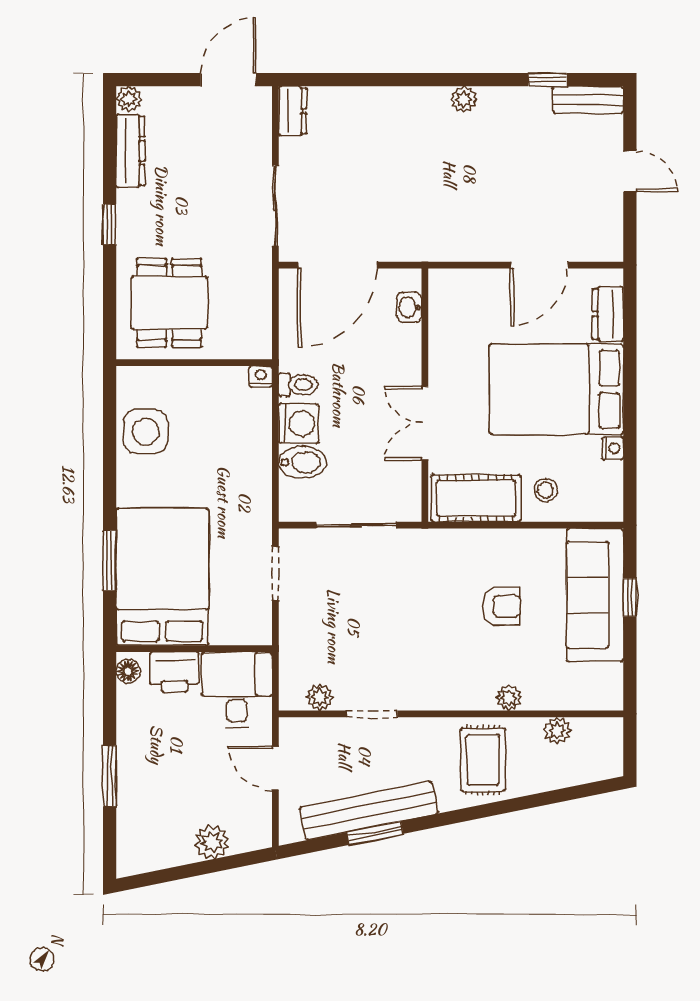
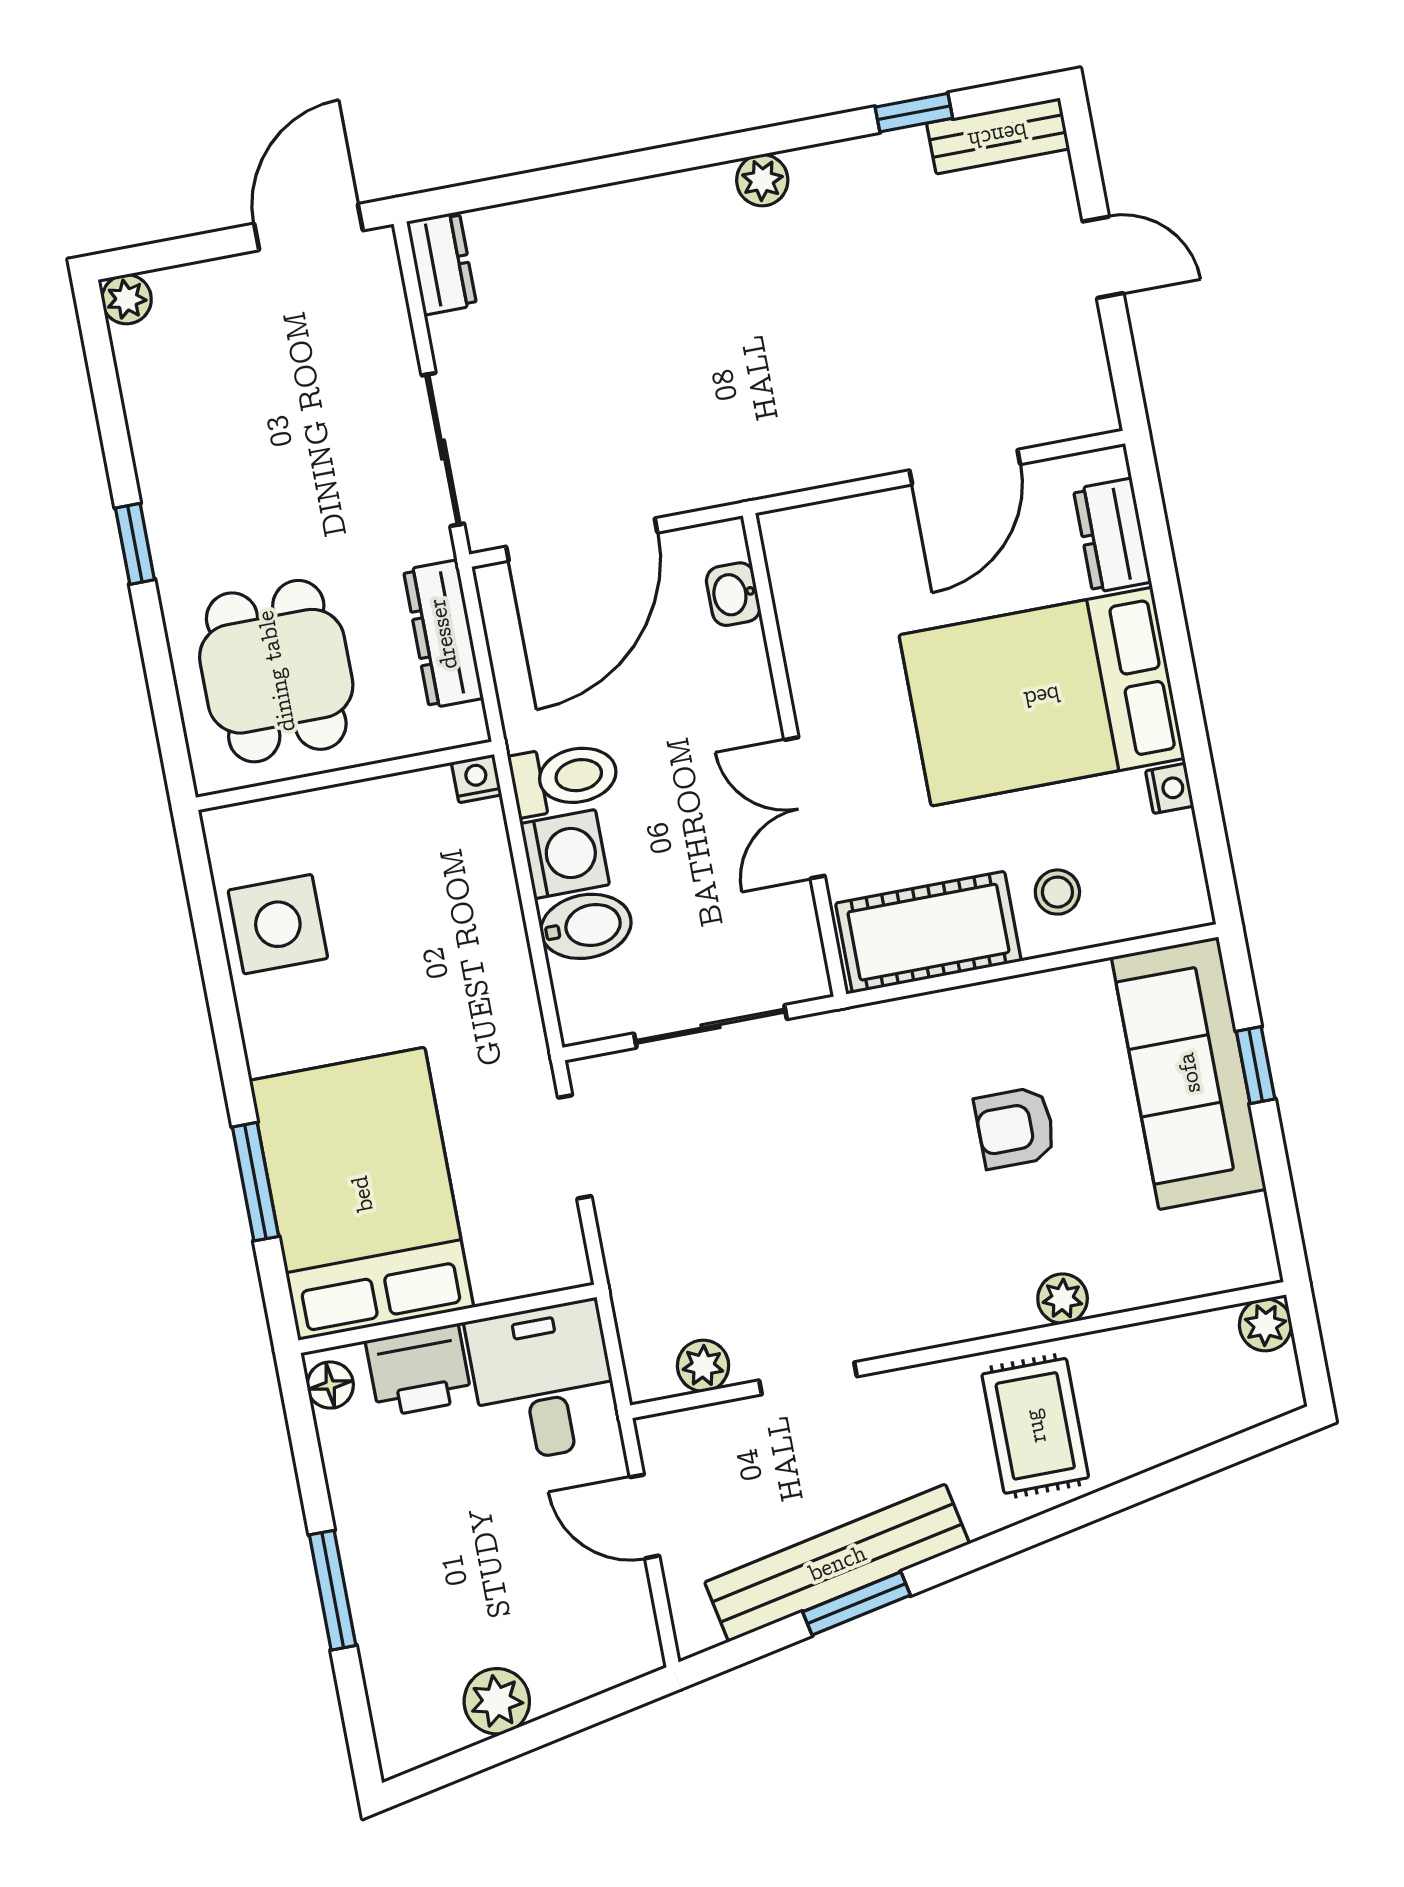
dresser: (130, 151) -> (443, 634), moved, turned 180
toilet: (298, 385) -> (564, 778), width x1.37, depth x1.39
armchair: (501, 606) -> (1015, 1128), turned 180
plant: (557, 731) -> (1265, 1325), moved
plant: (212, 842) -> (497, 1701), moved

